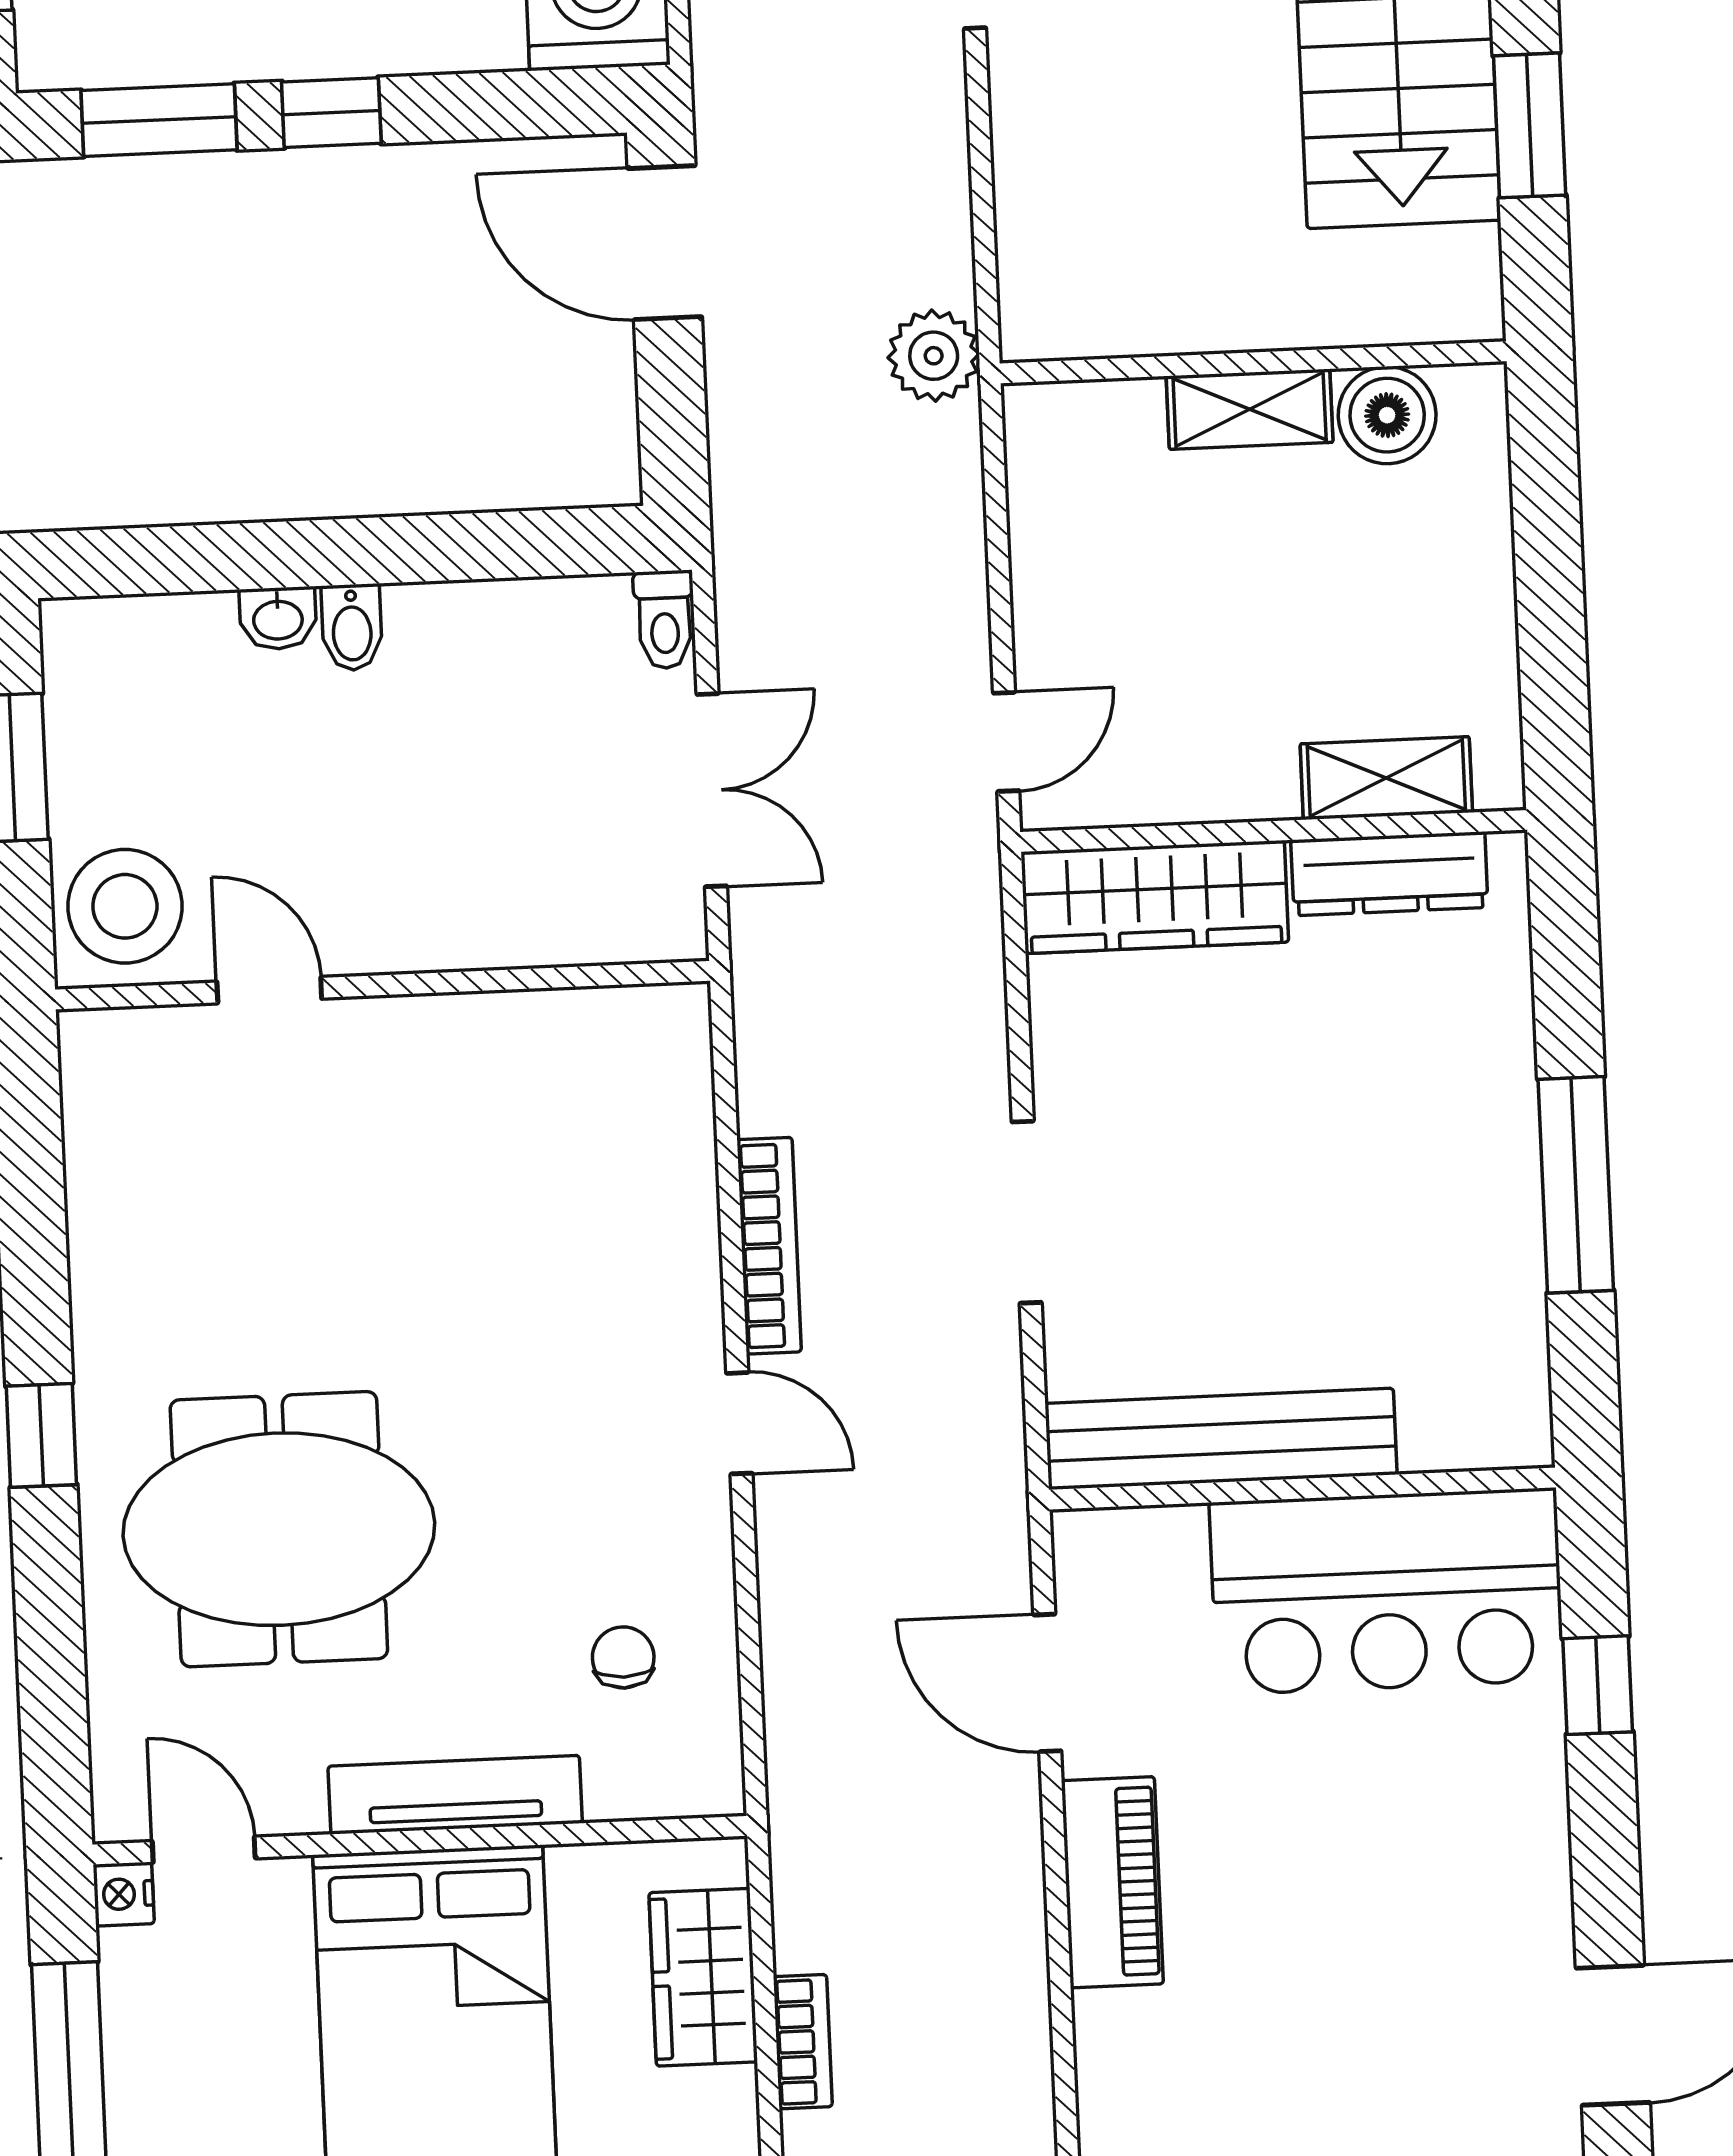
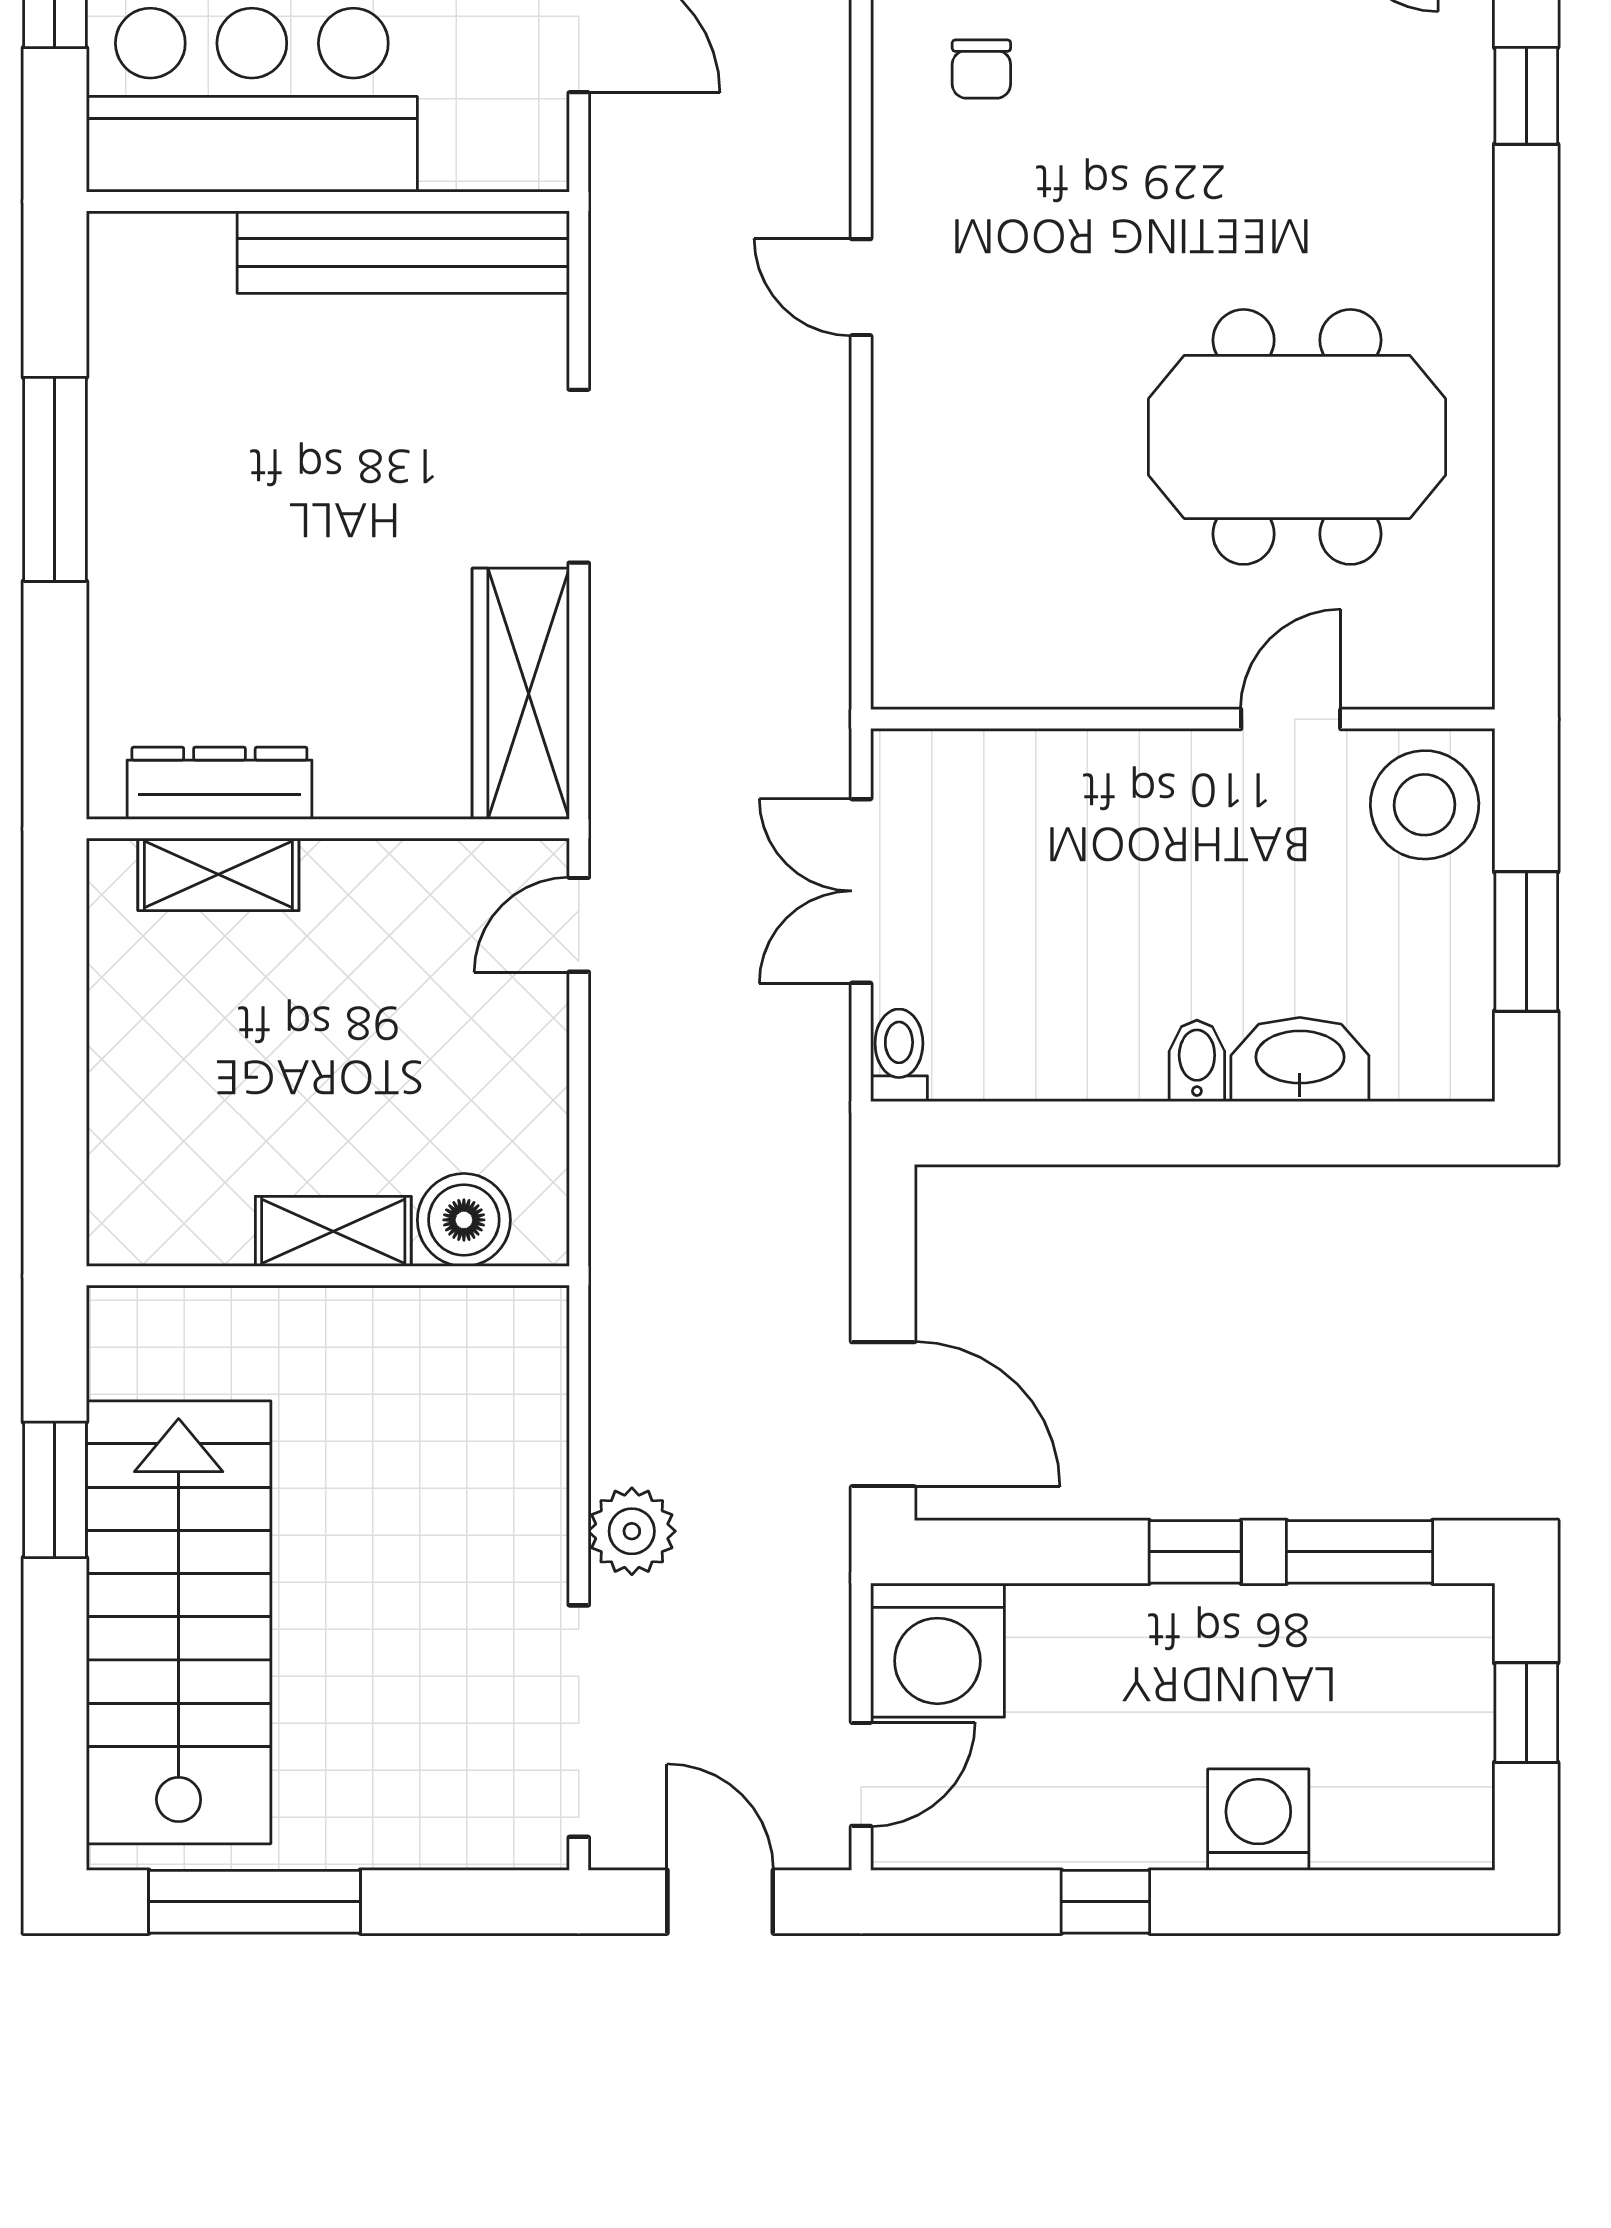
plant: (934, 356) -> (632, 1531), moved
boiler: (1387, 415) -> (464, 1220), moved
washbasin: (278, 618) -> (1300, 1060), width x1.91, depth x1.45
wardrobe: (1155, 897) -> (521, 694), moved, turned -90
door: (269, 990) -> (1291, 719), swing flipped
bookcase: (769, 1246) -> (825, 455), removed
window: (41, 1435) -> (1526, 96), moved
meeting table: (279, 1529) -> (1297, 437), moved

